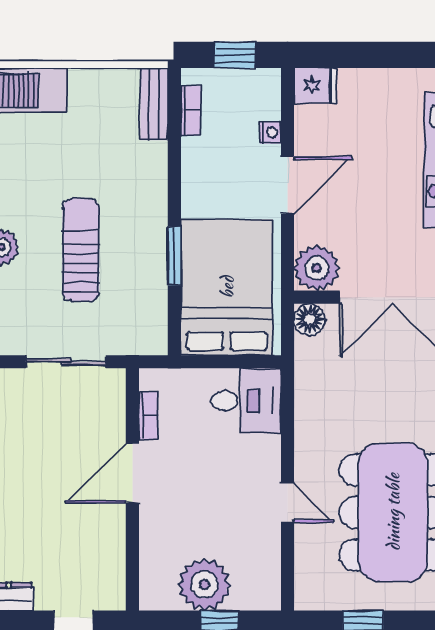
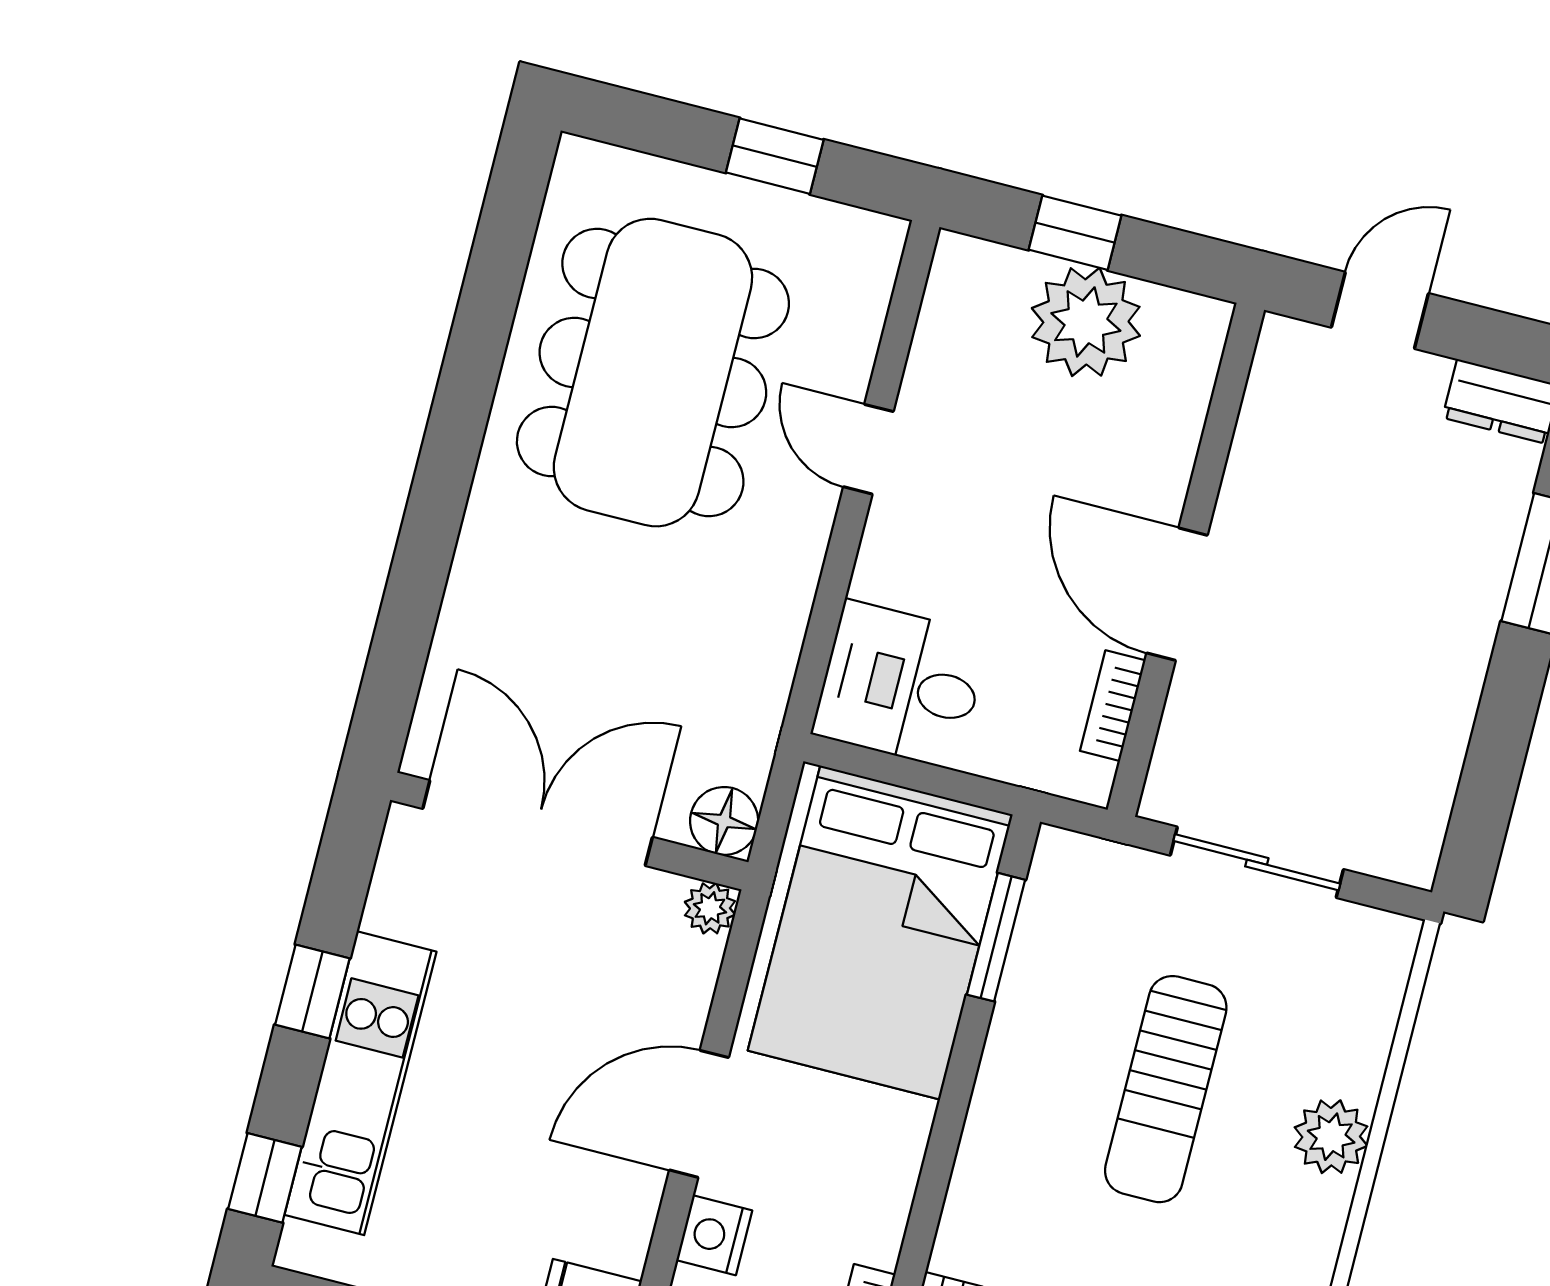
nightstand: (270, 132) -> (714, 1235), width x1.39, depth x1.35
window: (174, 256) -> (996, 937), moved
plant: (317, 268) -> (710, 908), width x0.53, depth x0.53
door: (132, 473) -> (1177, 594), swing flipped

